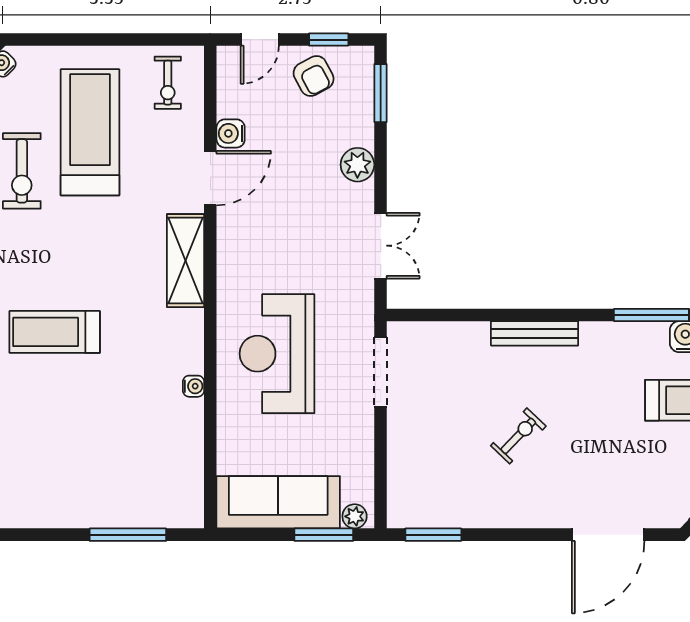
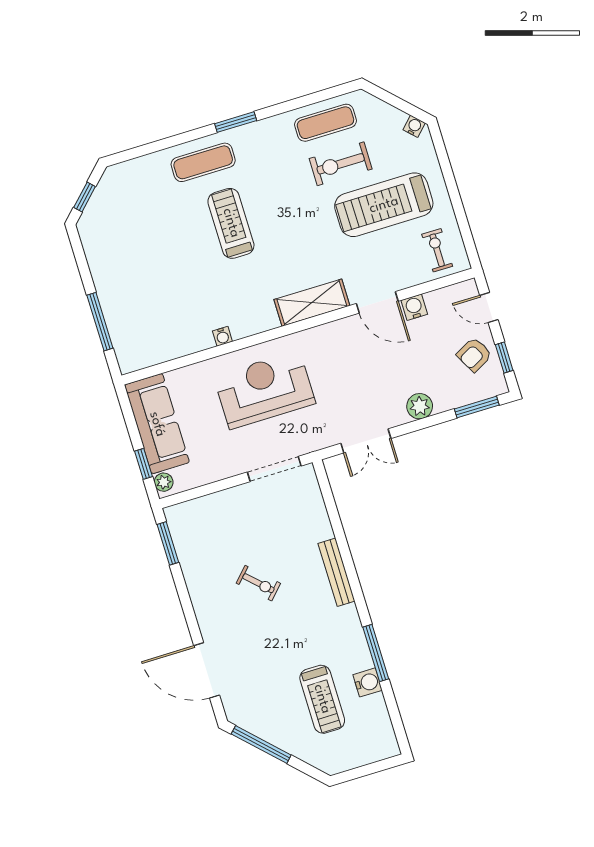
exercise bike: (168, 83) -> (437, 250), turned 90
treadmill: (90, 132) -> (384, 205), turned 180
window: (324, 535) -> (143, 464), width x0.67

